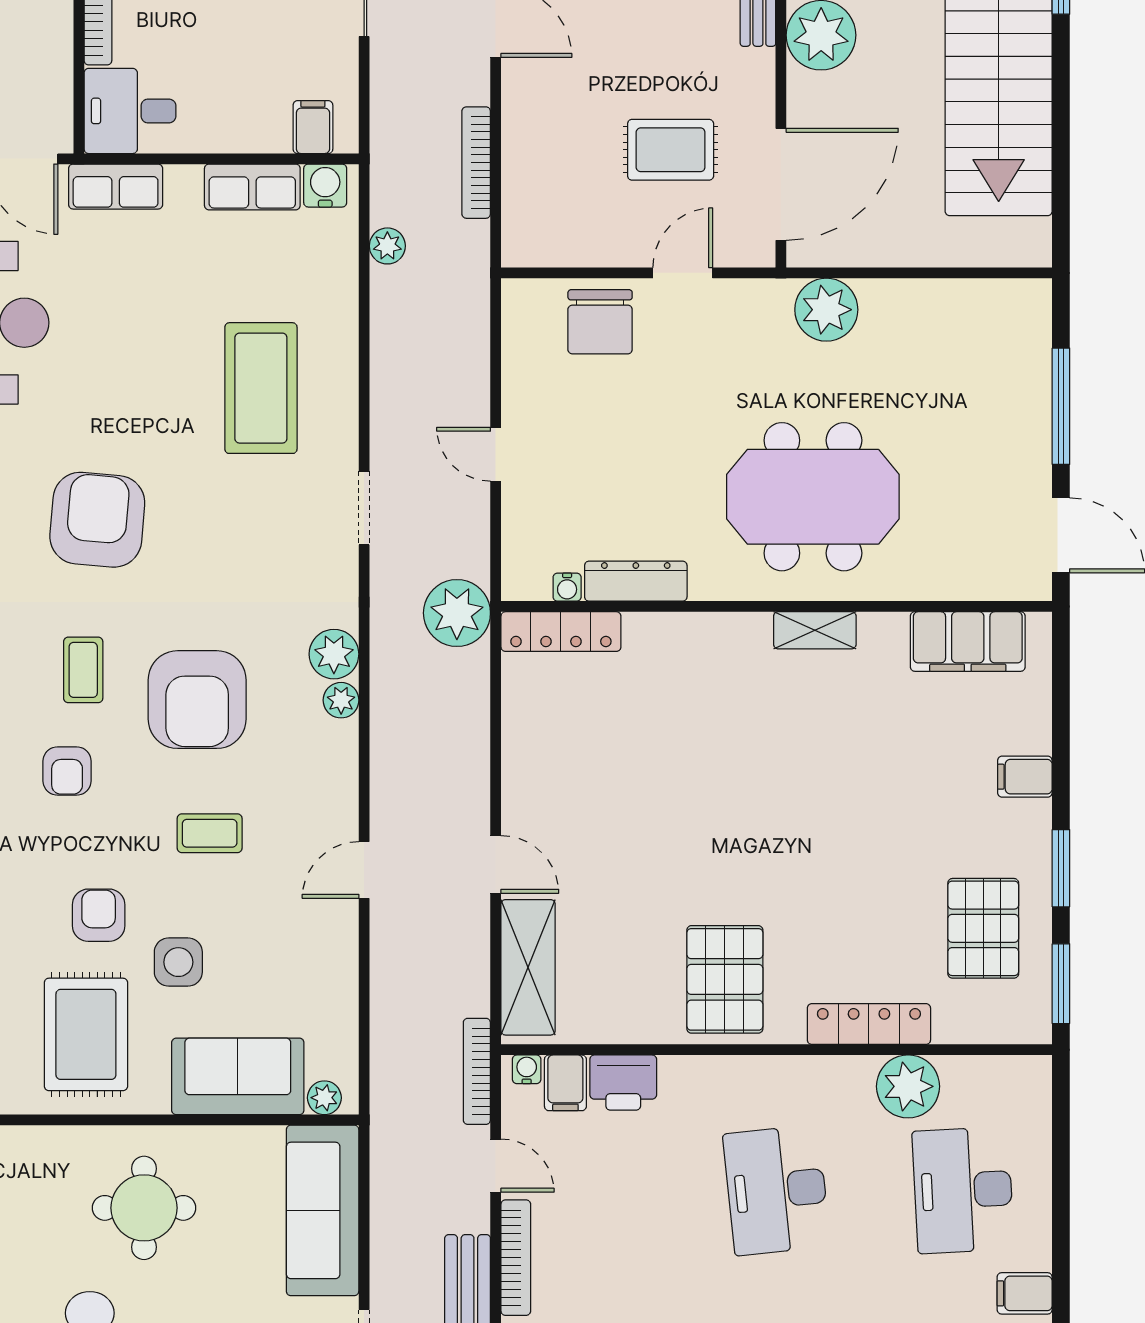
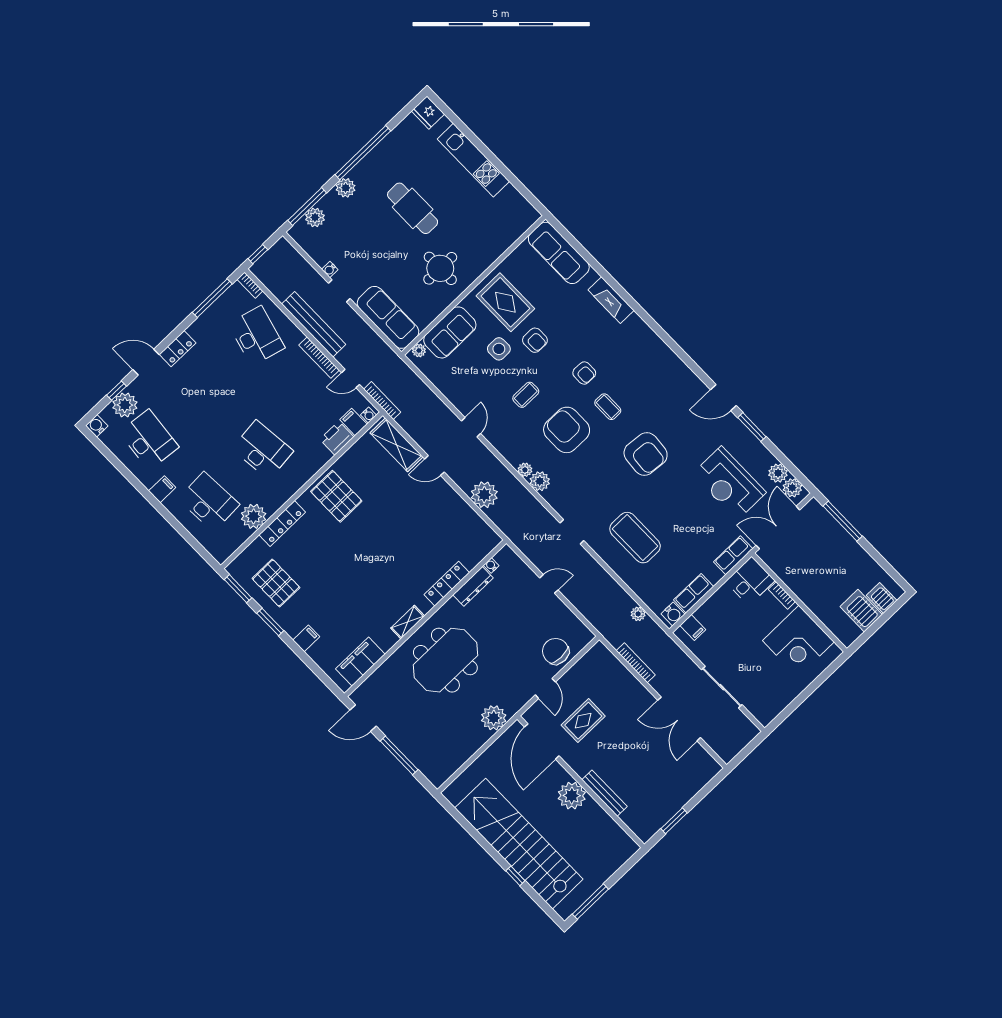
plant: (457, 613) -> (484, 495), moved
locker: (561, 632) -> (447, 584), moved
armchair: (67, 771) -> (584, 373), turned 180

